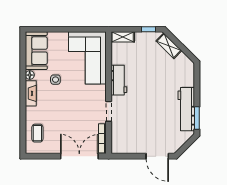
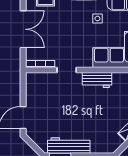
double door: (79, 156) -> (23, 29), moved

